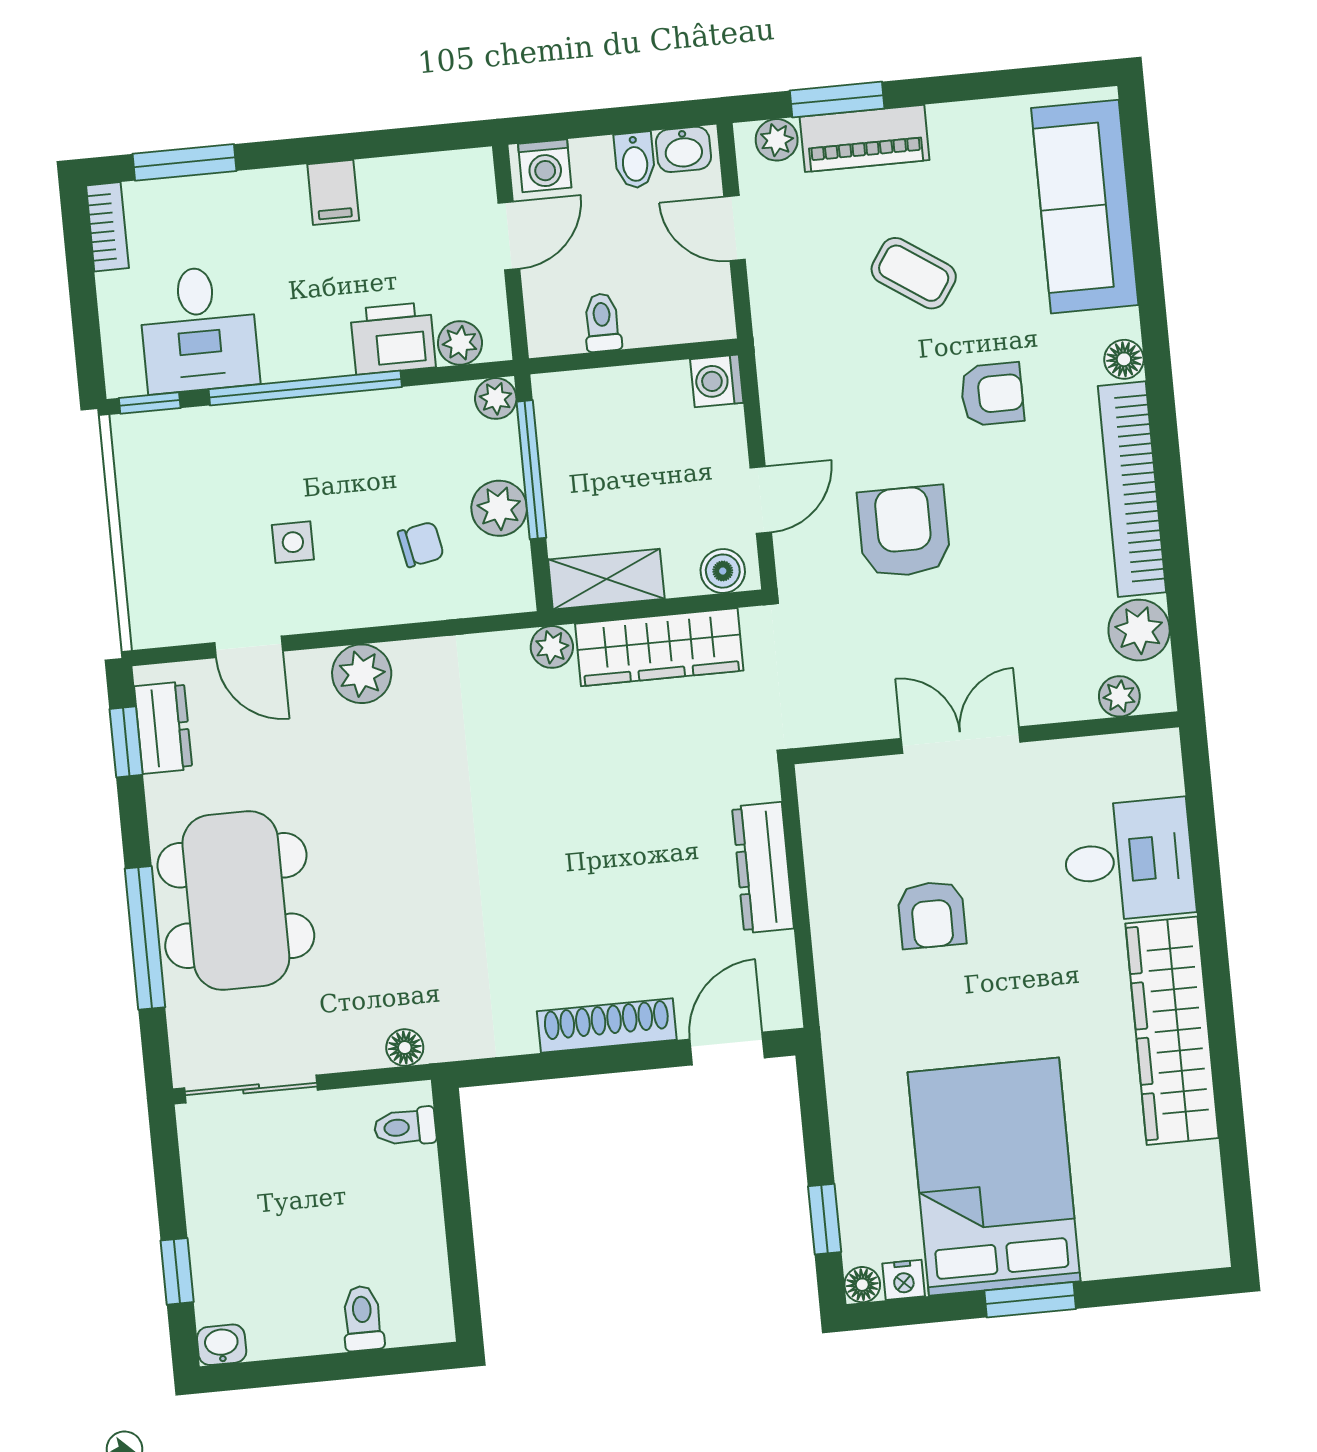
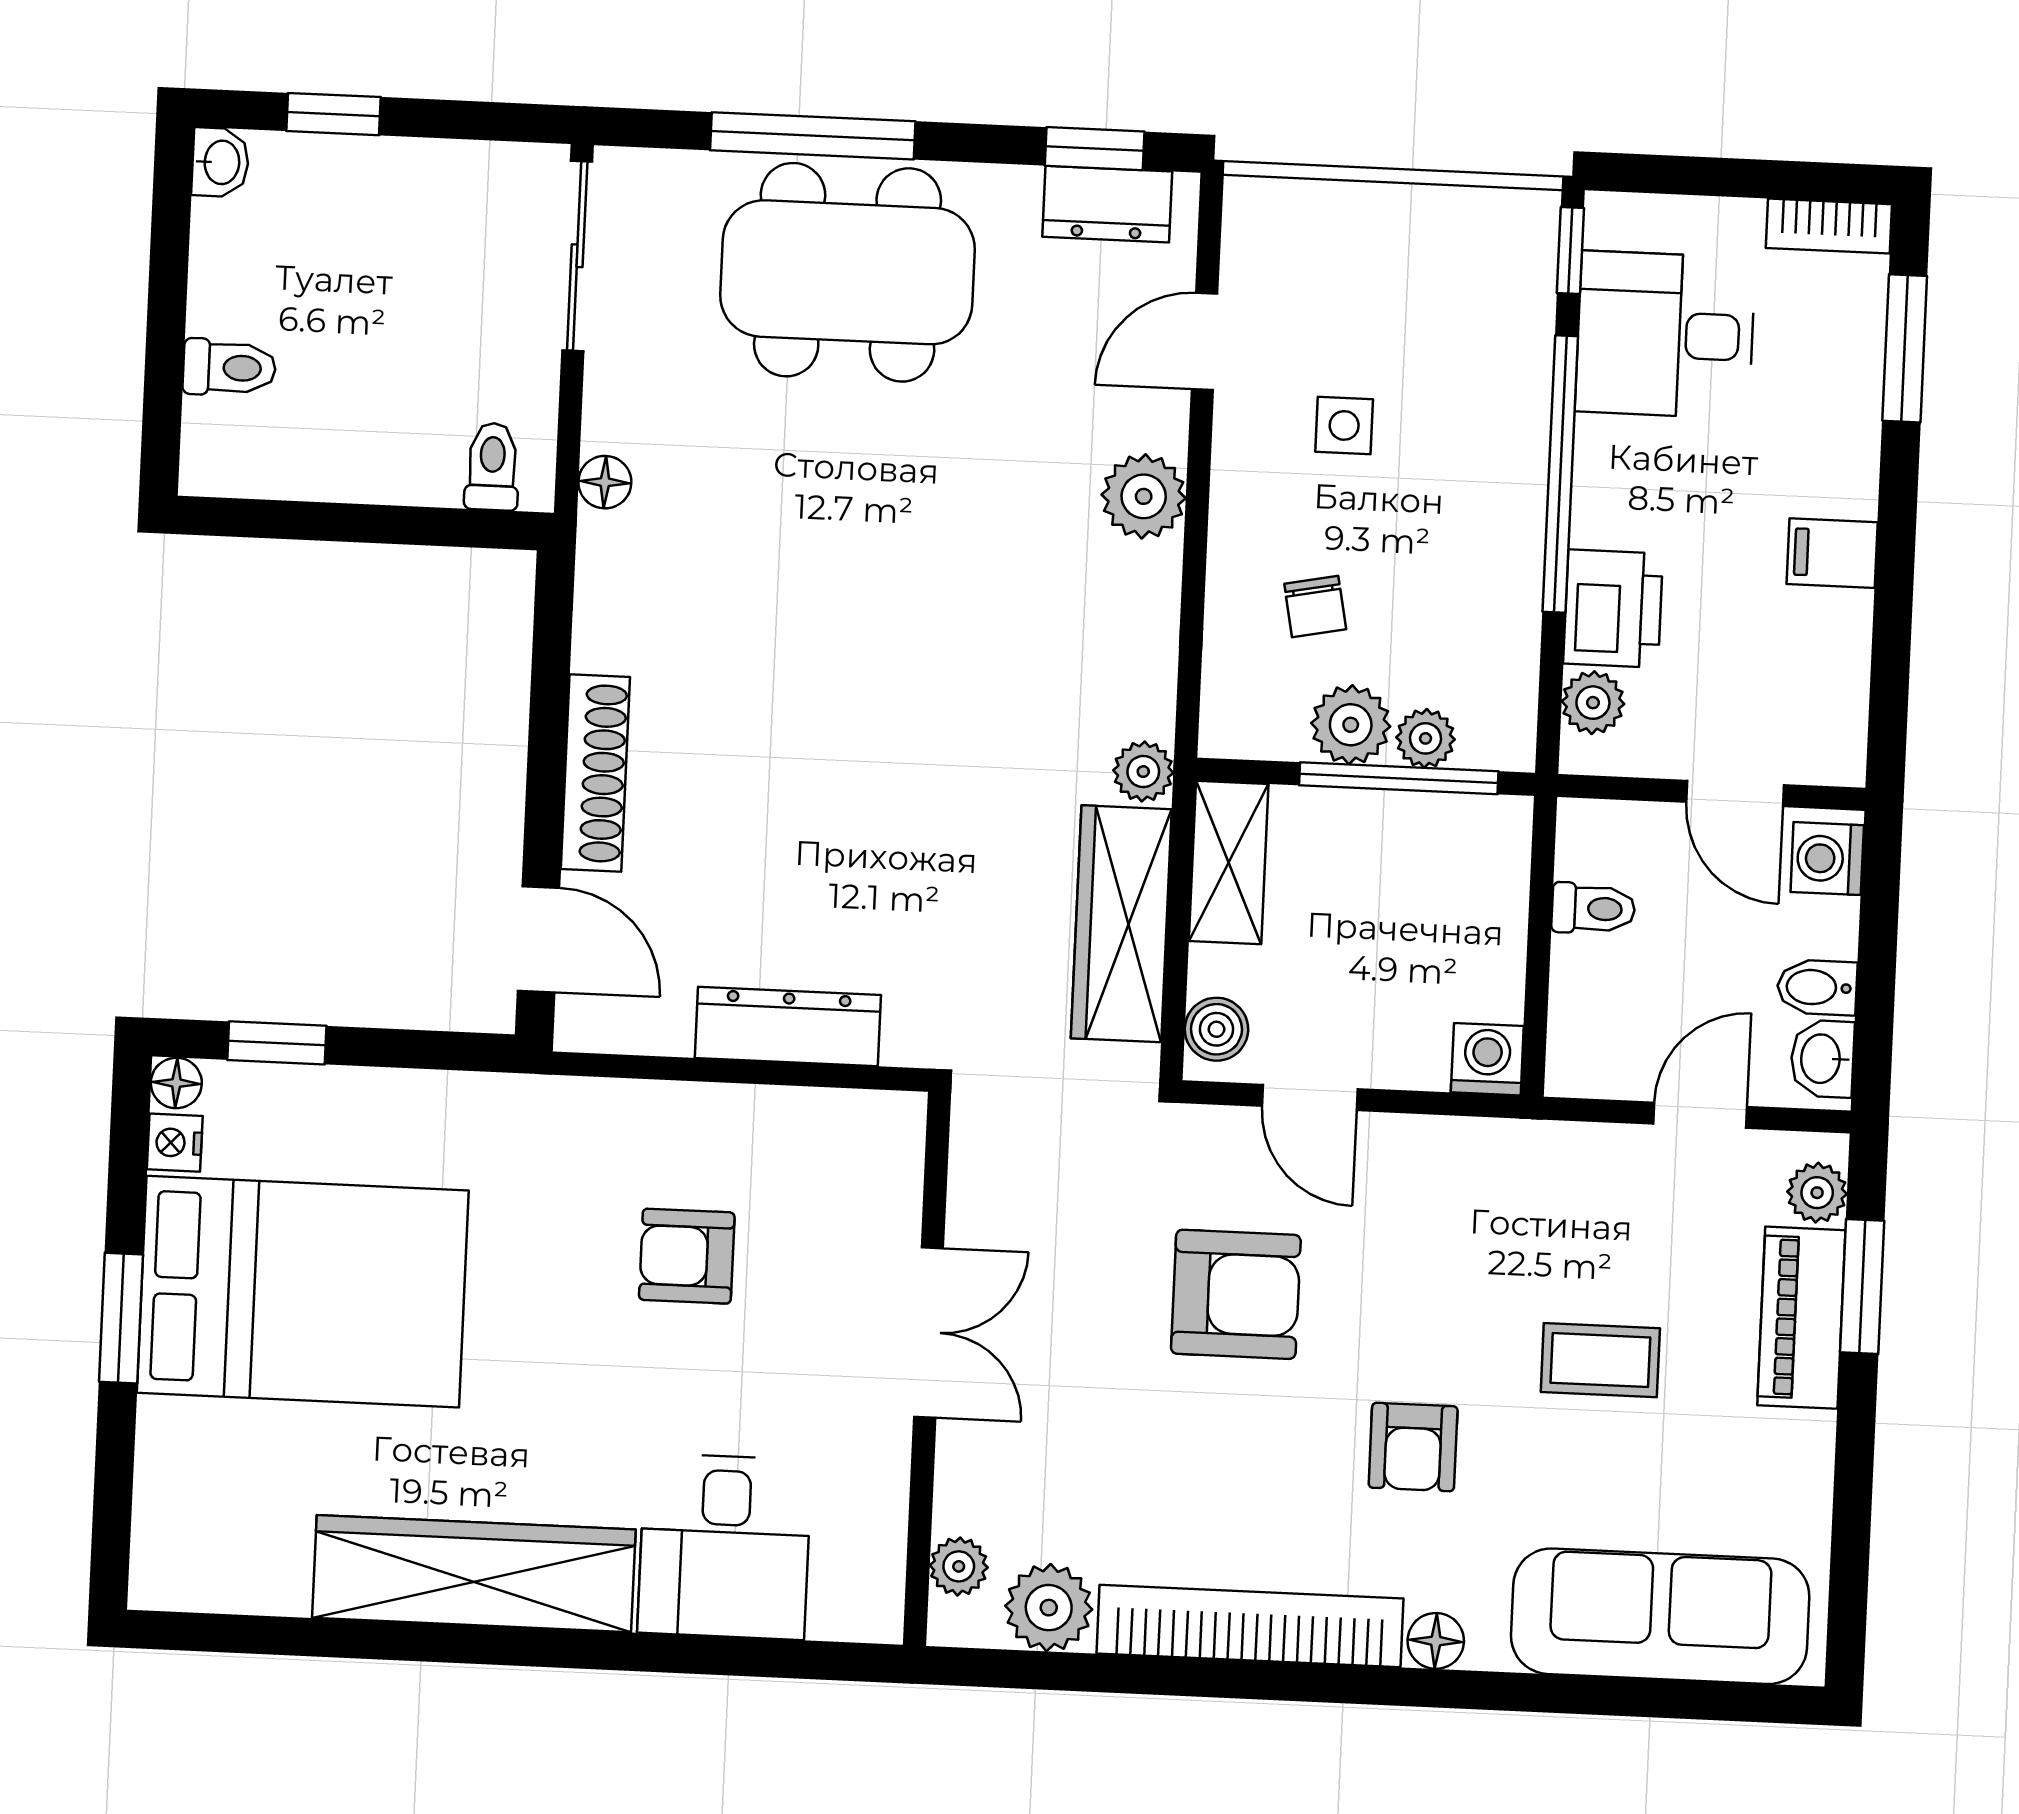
coffee table: (914, 273) -> (1600, 1360), turned 56
plant: (496, 398) -> (1425, 738), moved

